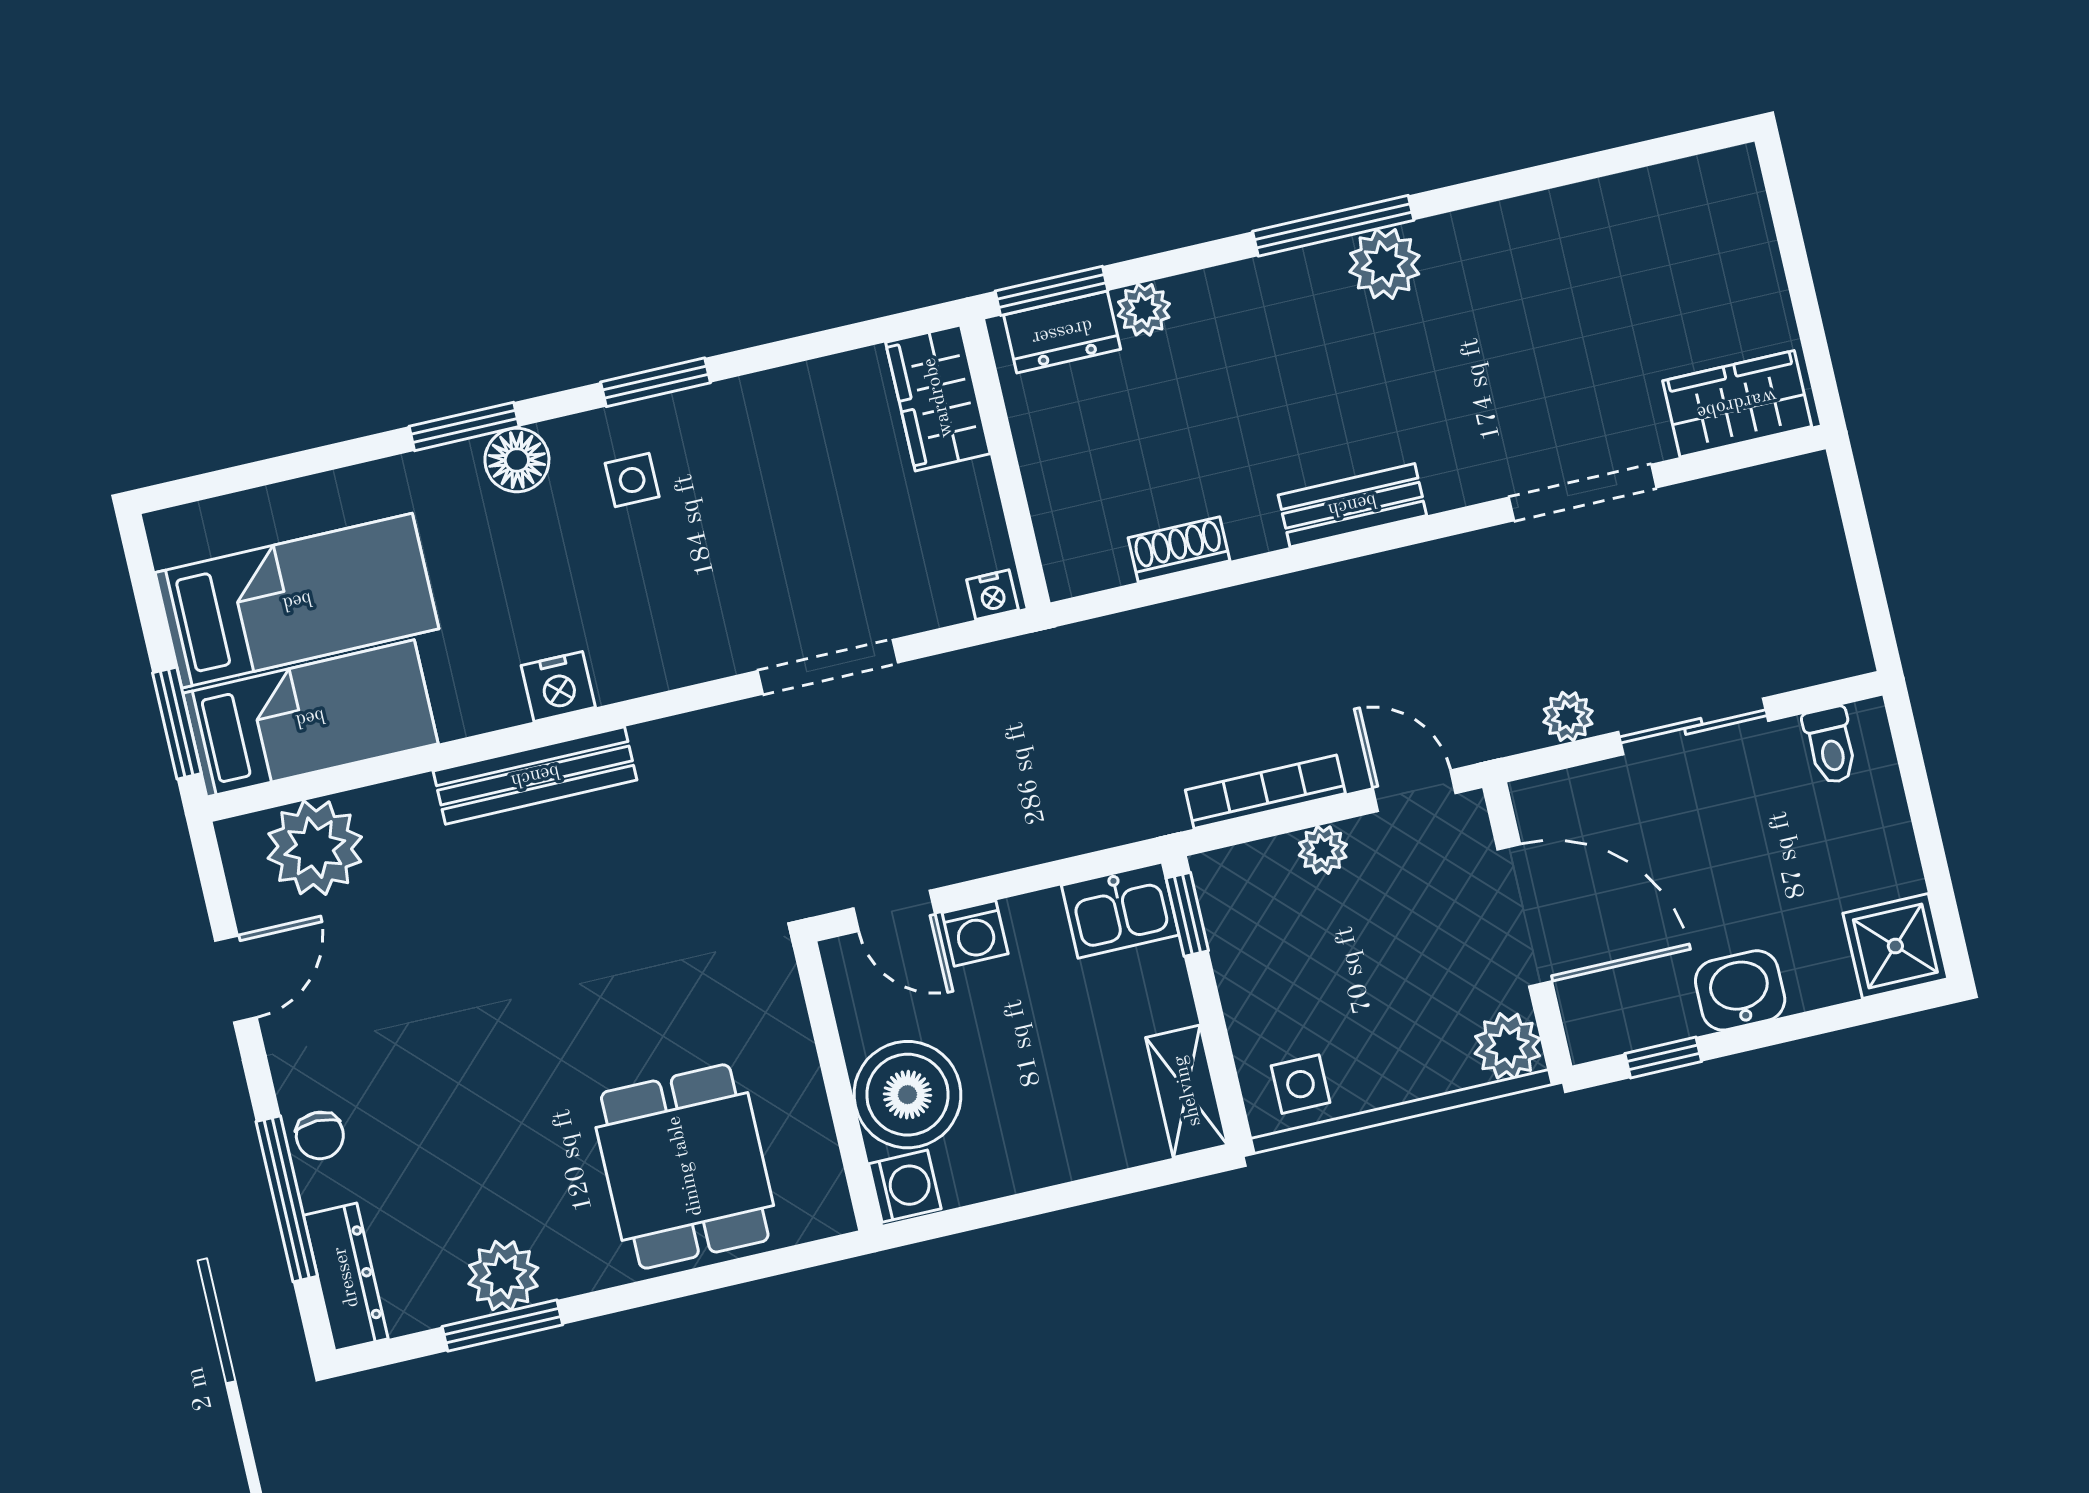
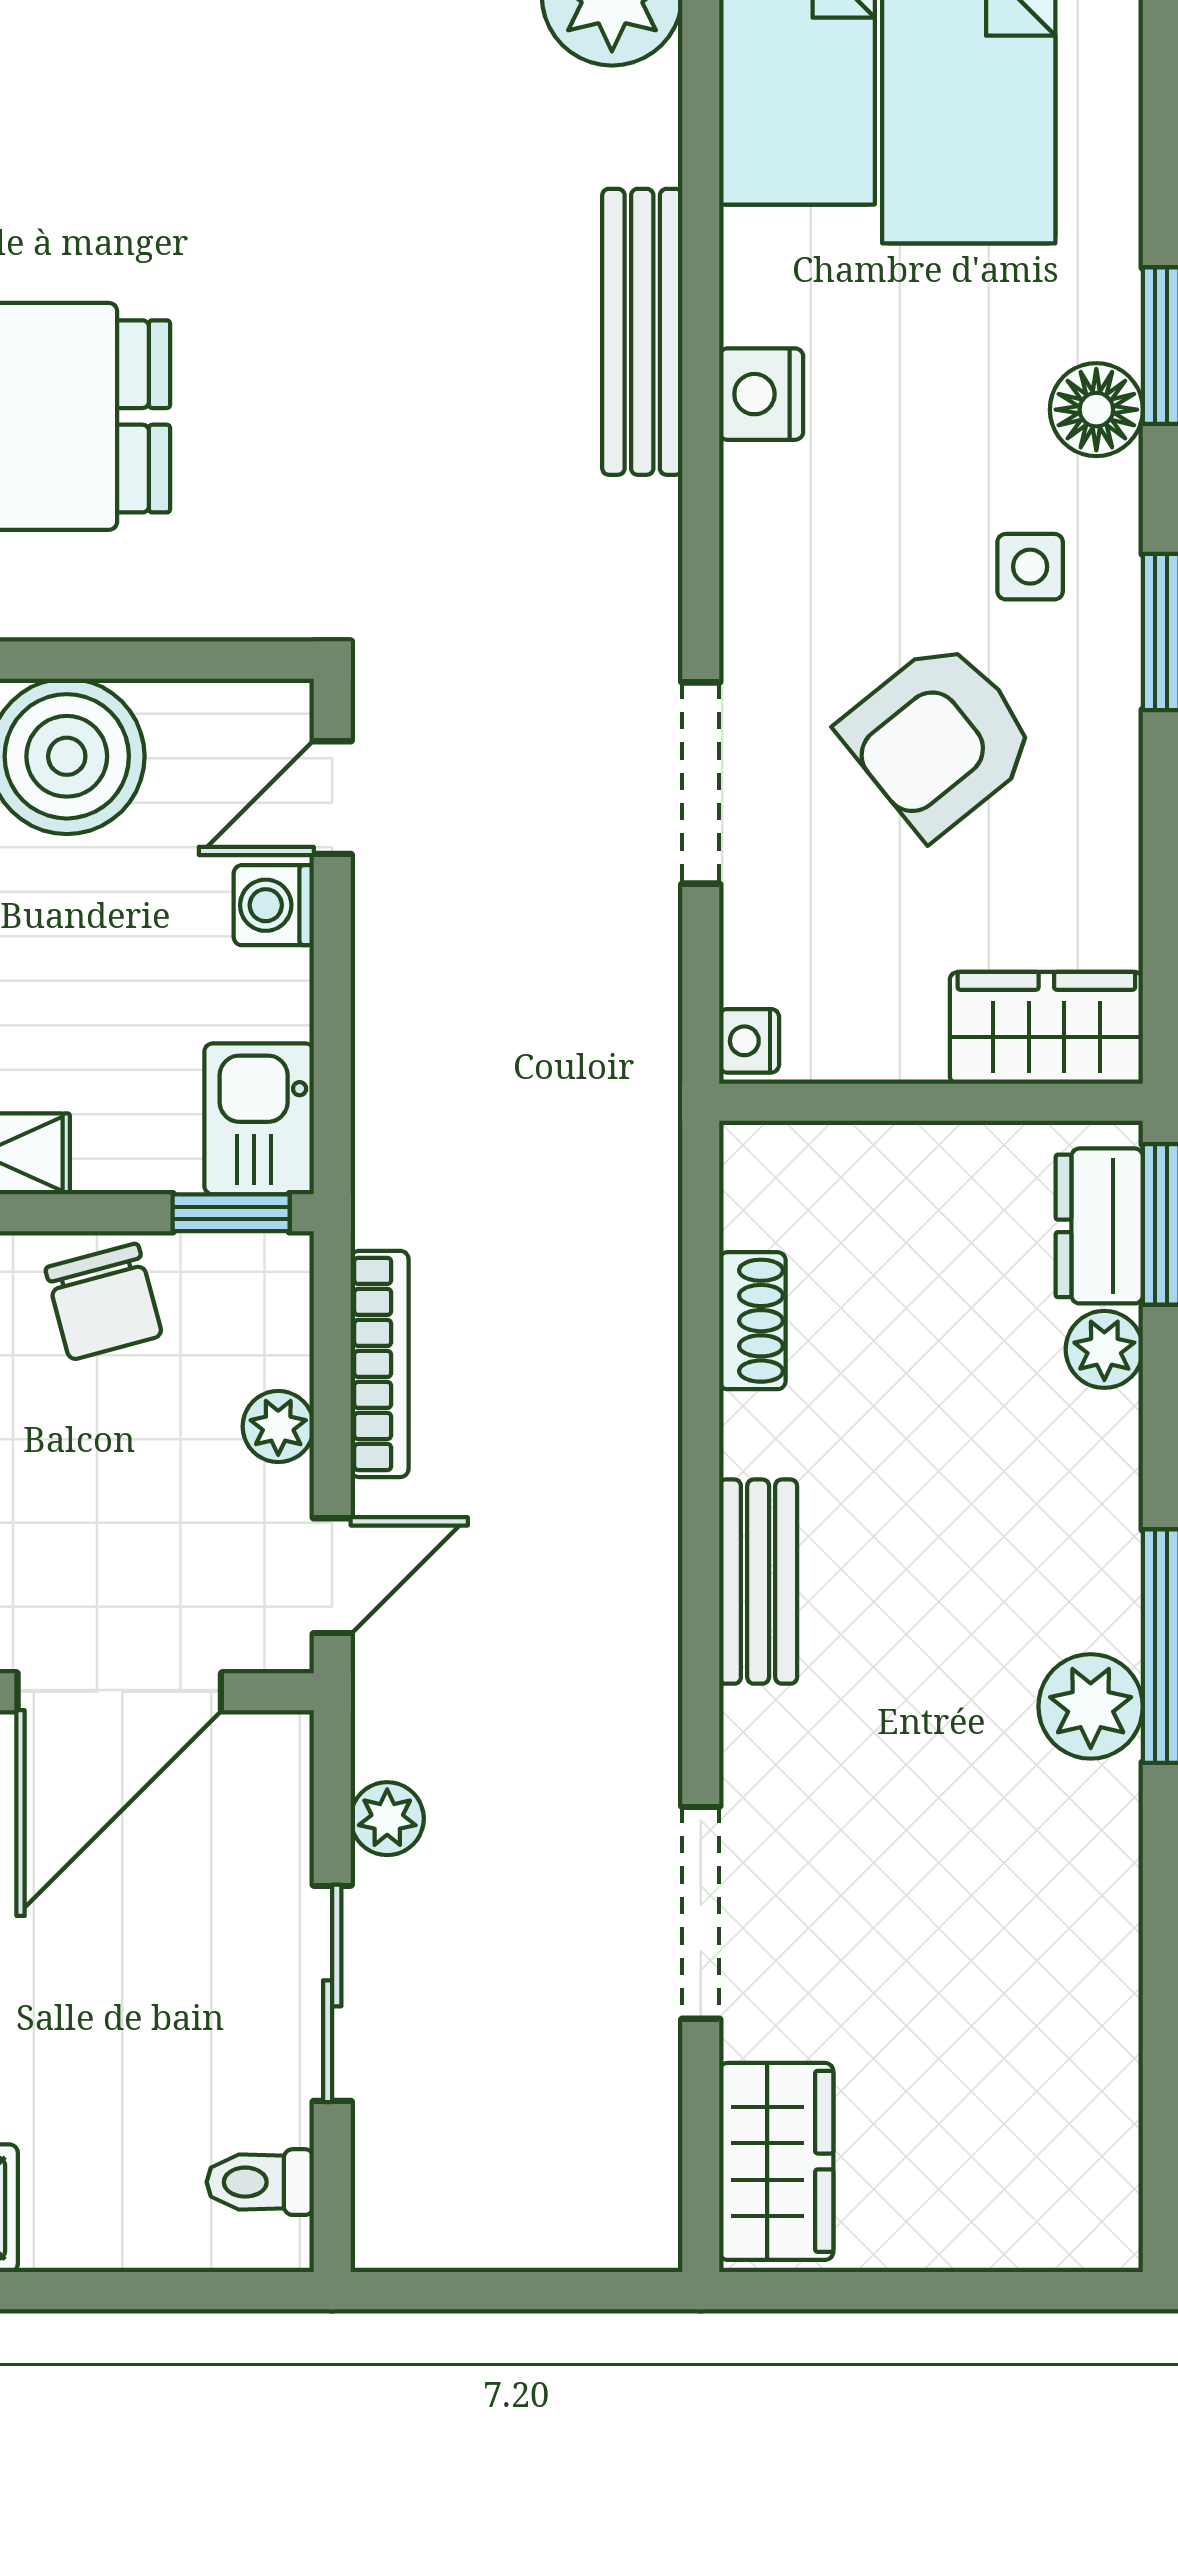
armchair: (761, 514) -> (939, 738), added
chair: (1266, 986) -> (104, 1302), added

